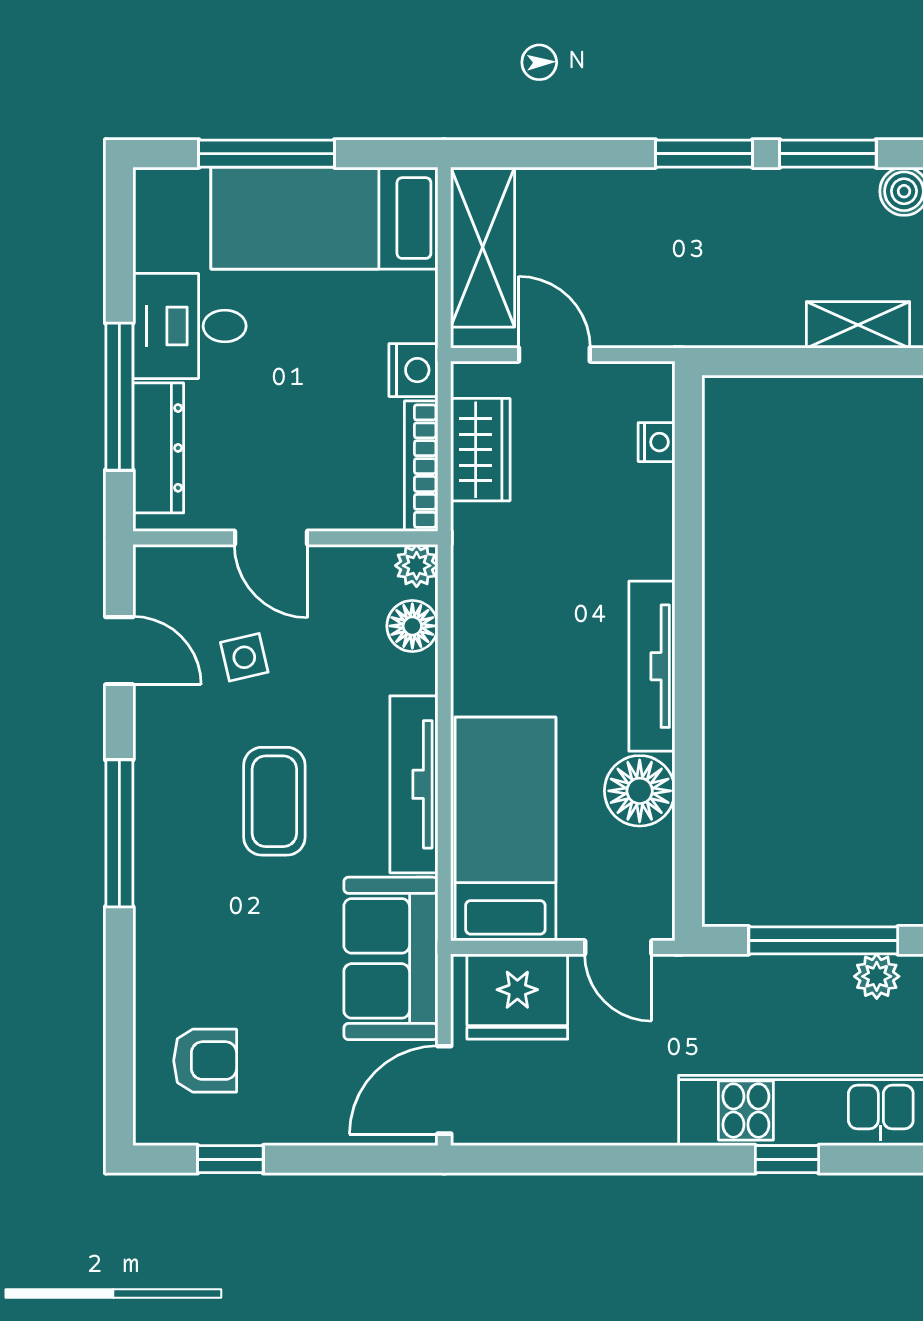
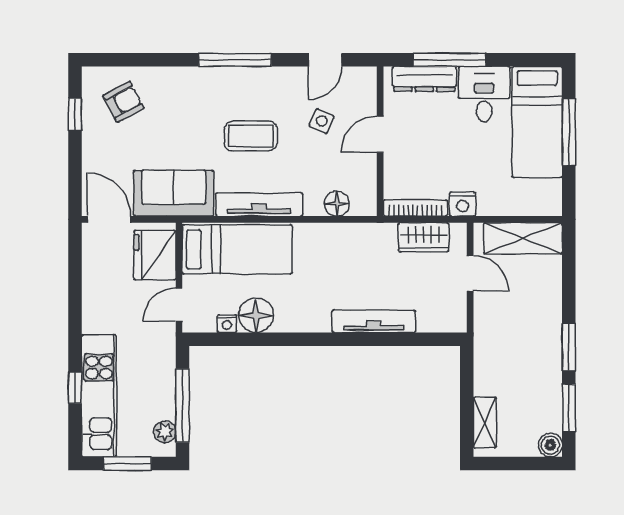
bed: (324, 218) -> (537, 122), moved, turned 180
door: (554, 355) -> (470, 273), hinge flipped
nightstand: (657, 442) -> (227, 324), moved
plant: (417, 566) -> (367, 206), removed
side table: (244, 657) -> (322, 121), turned 37
tv unit: (652, 666) -> (374, 321), moved
armchair: (205, 1061) -> (123, 102), turned -118

